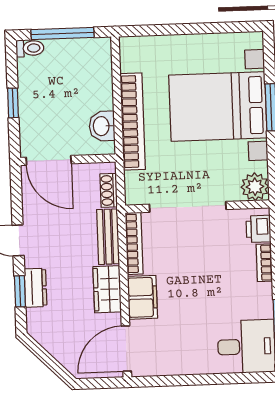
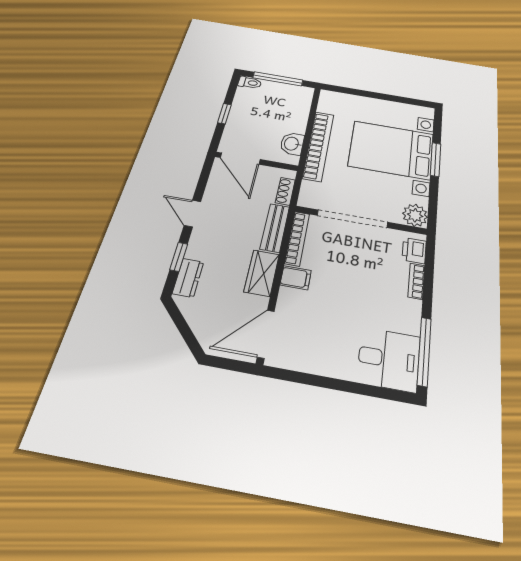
dresser: (36, 288) -> (188, 278), moved
filing cabinet: (142, 297) -> (296, 278), width x0.50

